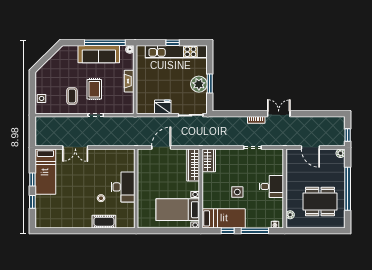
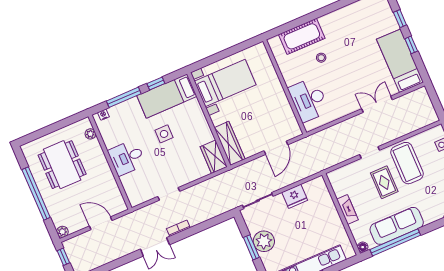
coffee table: (72, 96) -> (407, 163), width x1.86, depth x1.72
desk: (123, 187) -> (309, 100), moved
dining table: (320, 202) -> (62, 165), turned 90
cot: (104, 222) -> (302, 36), width x1.37, depth x1.34

